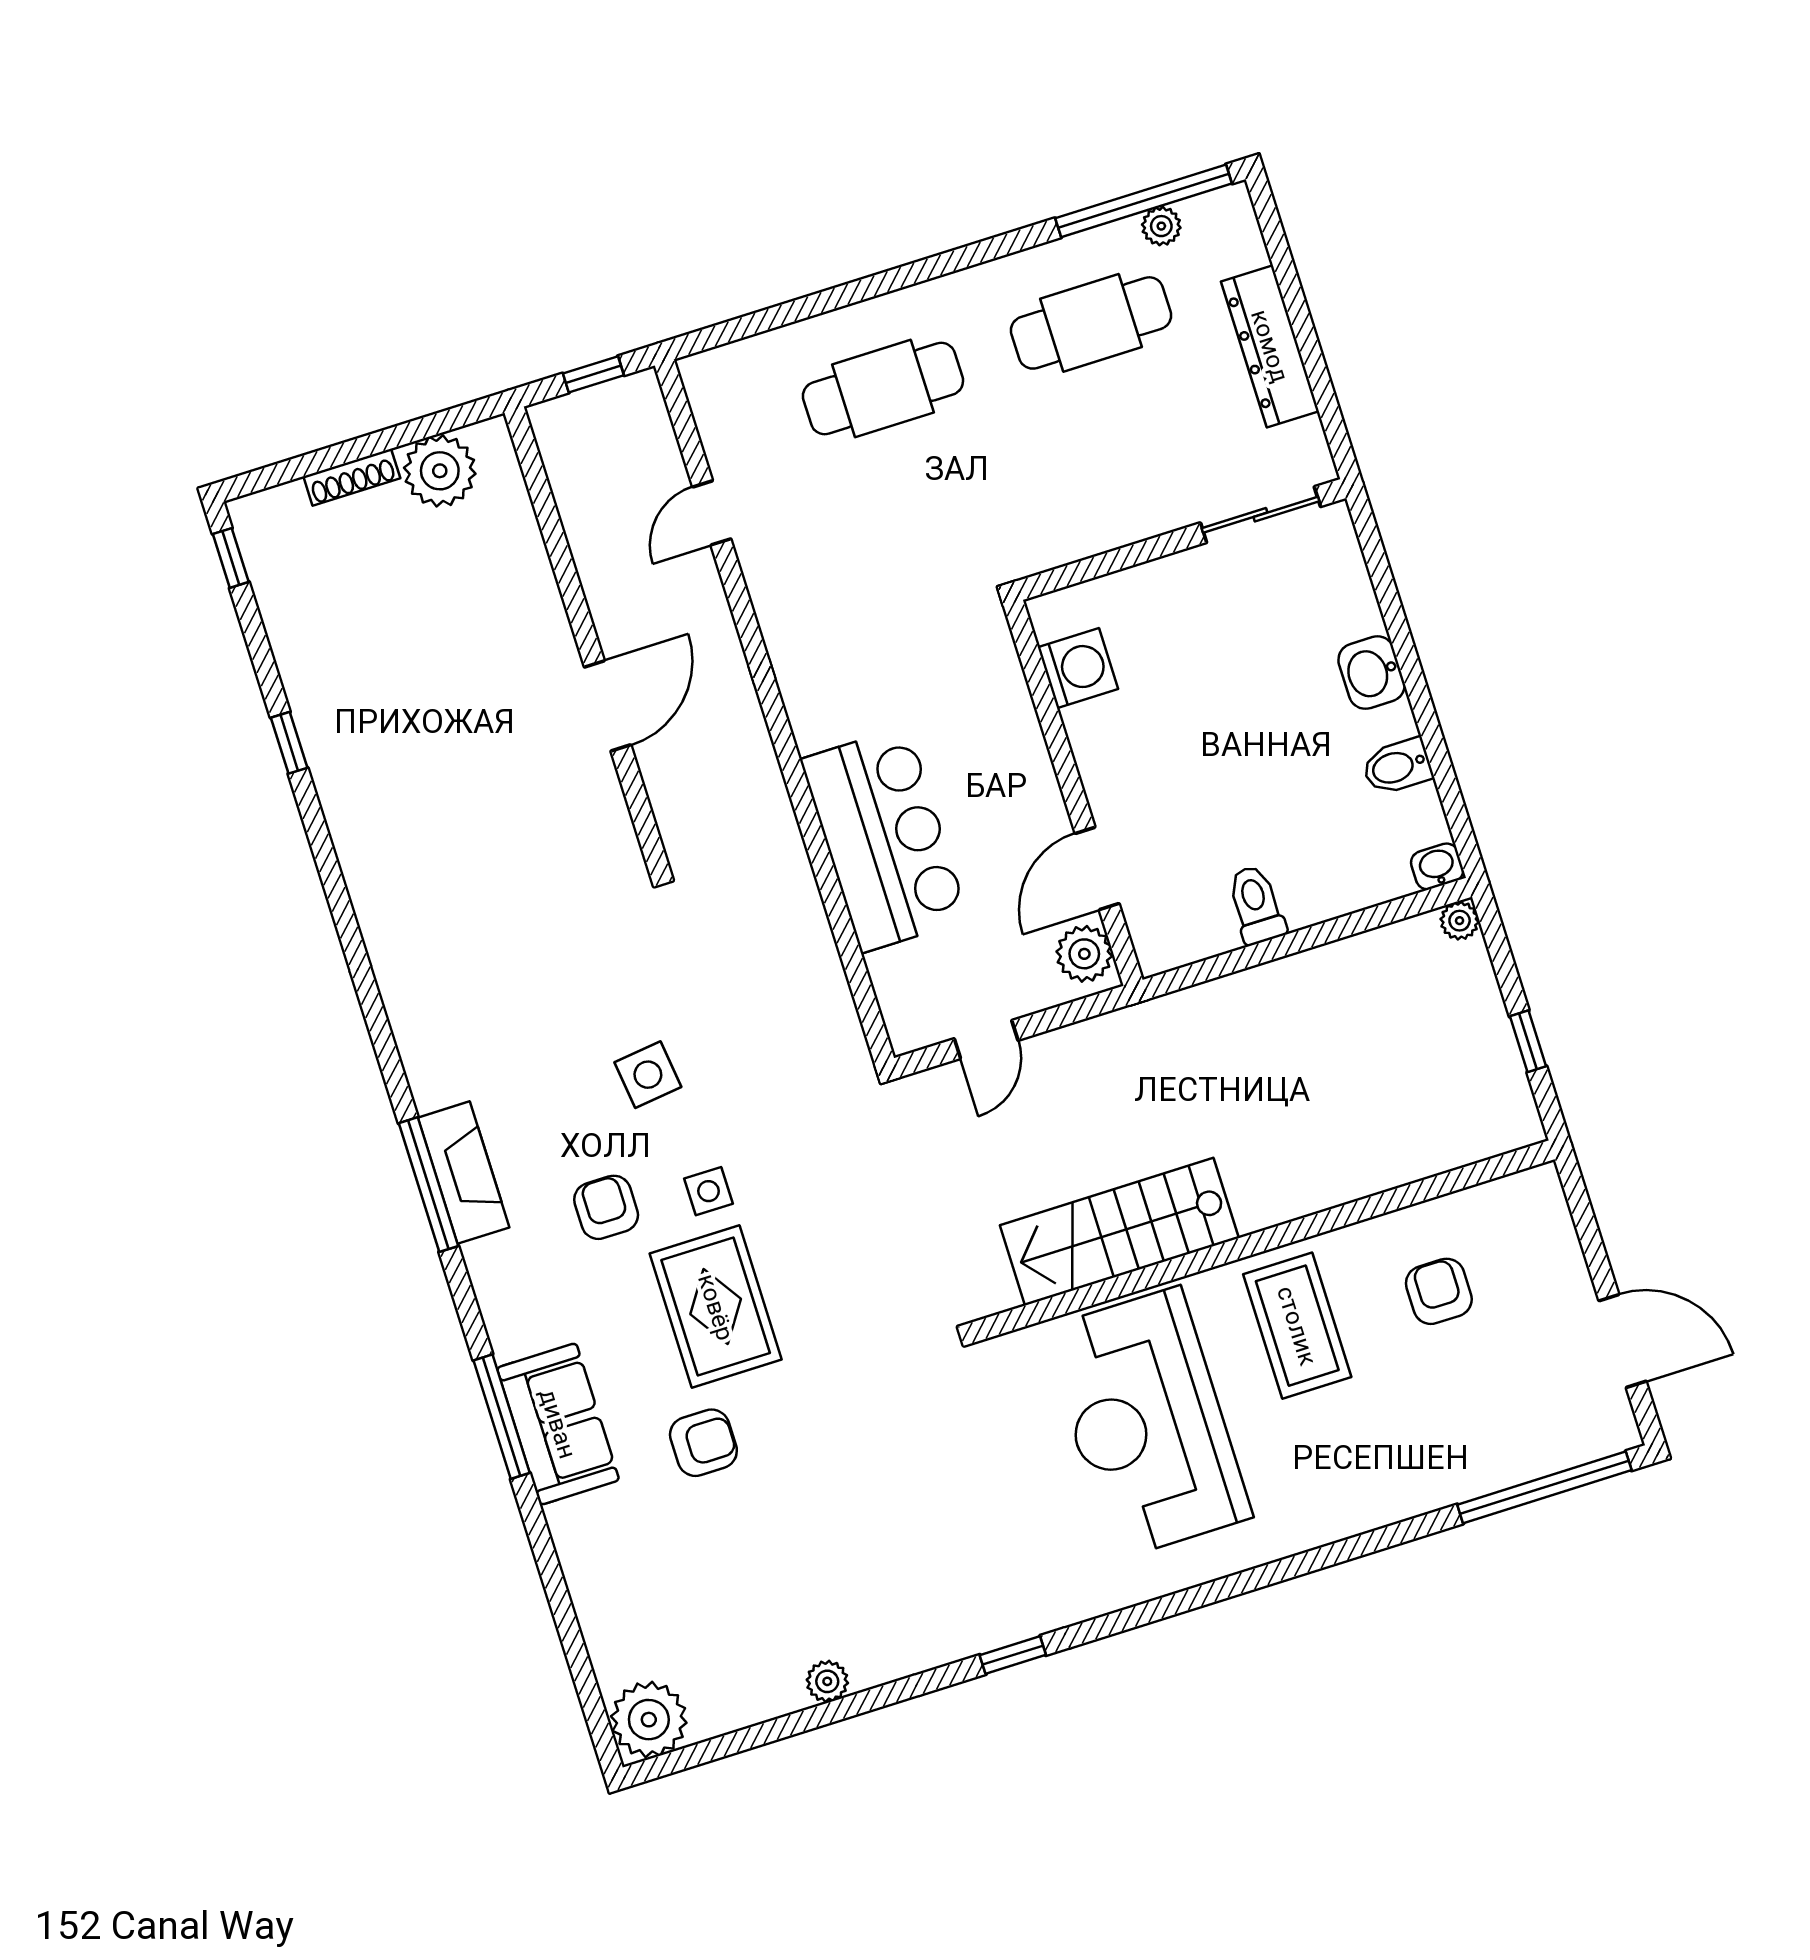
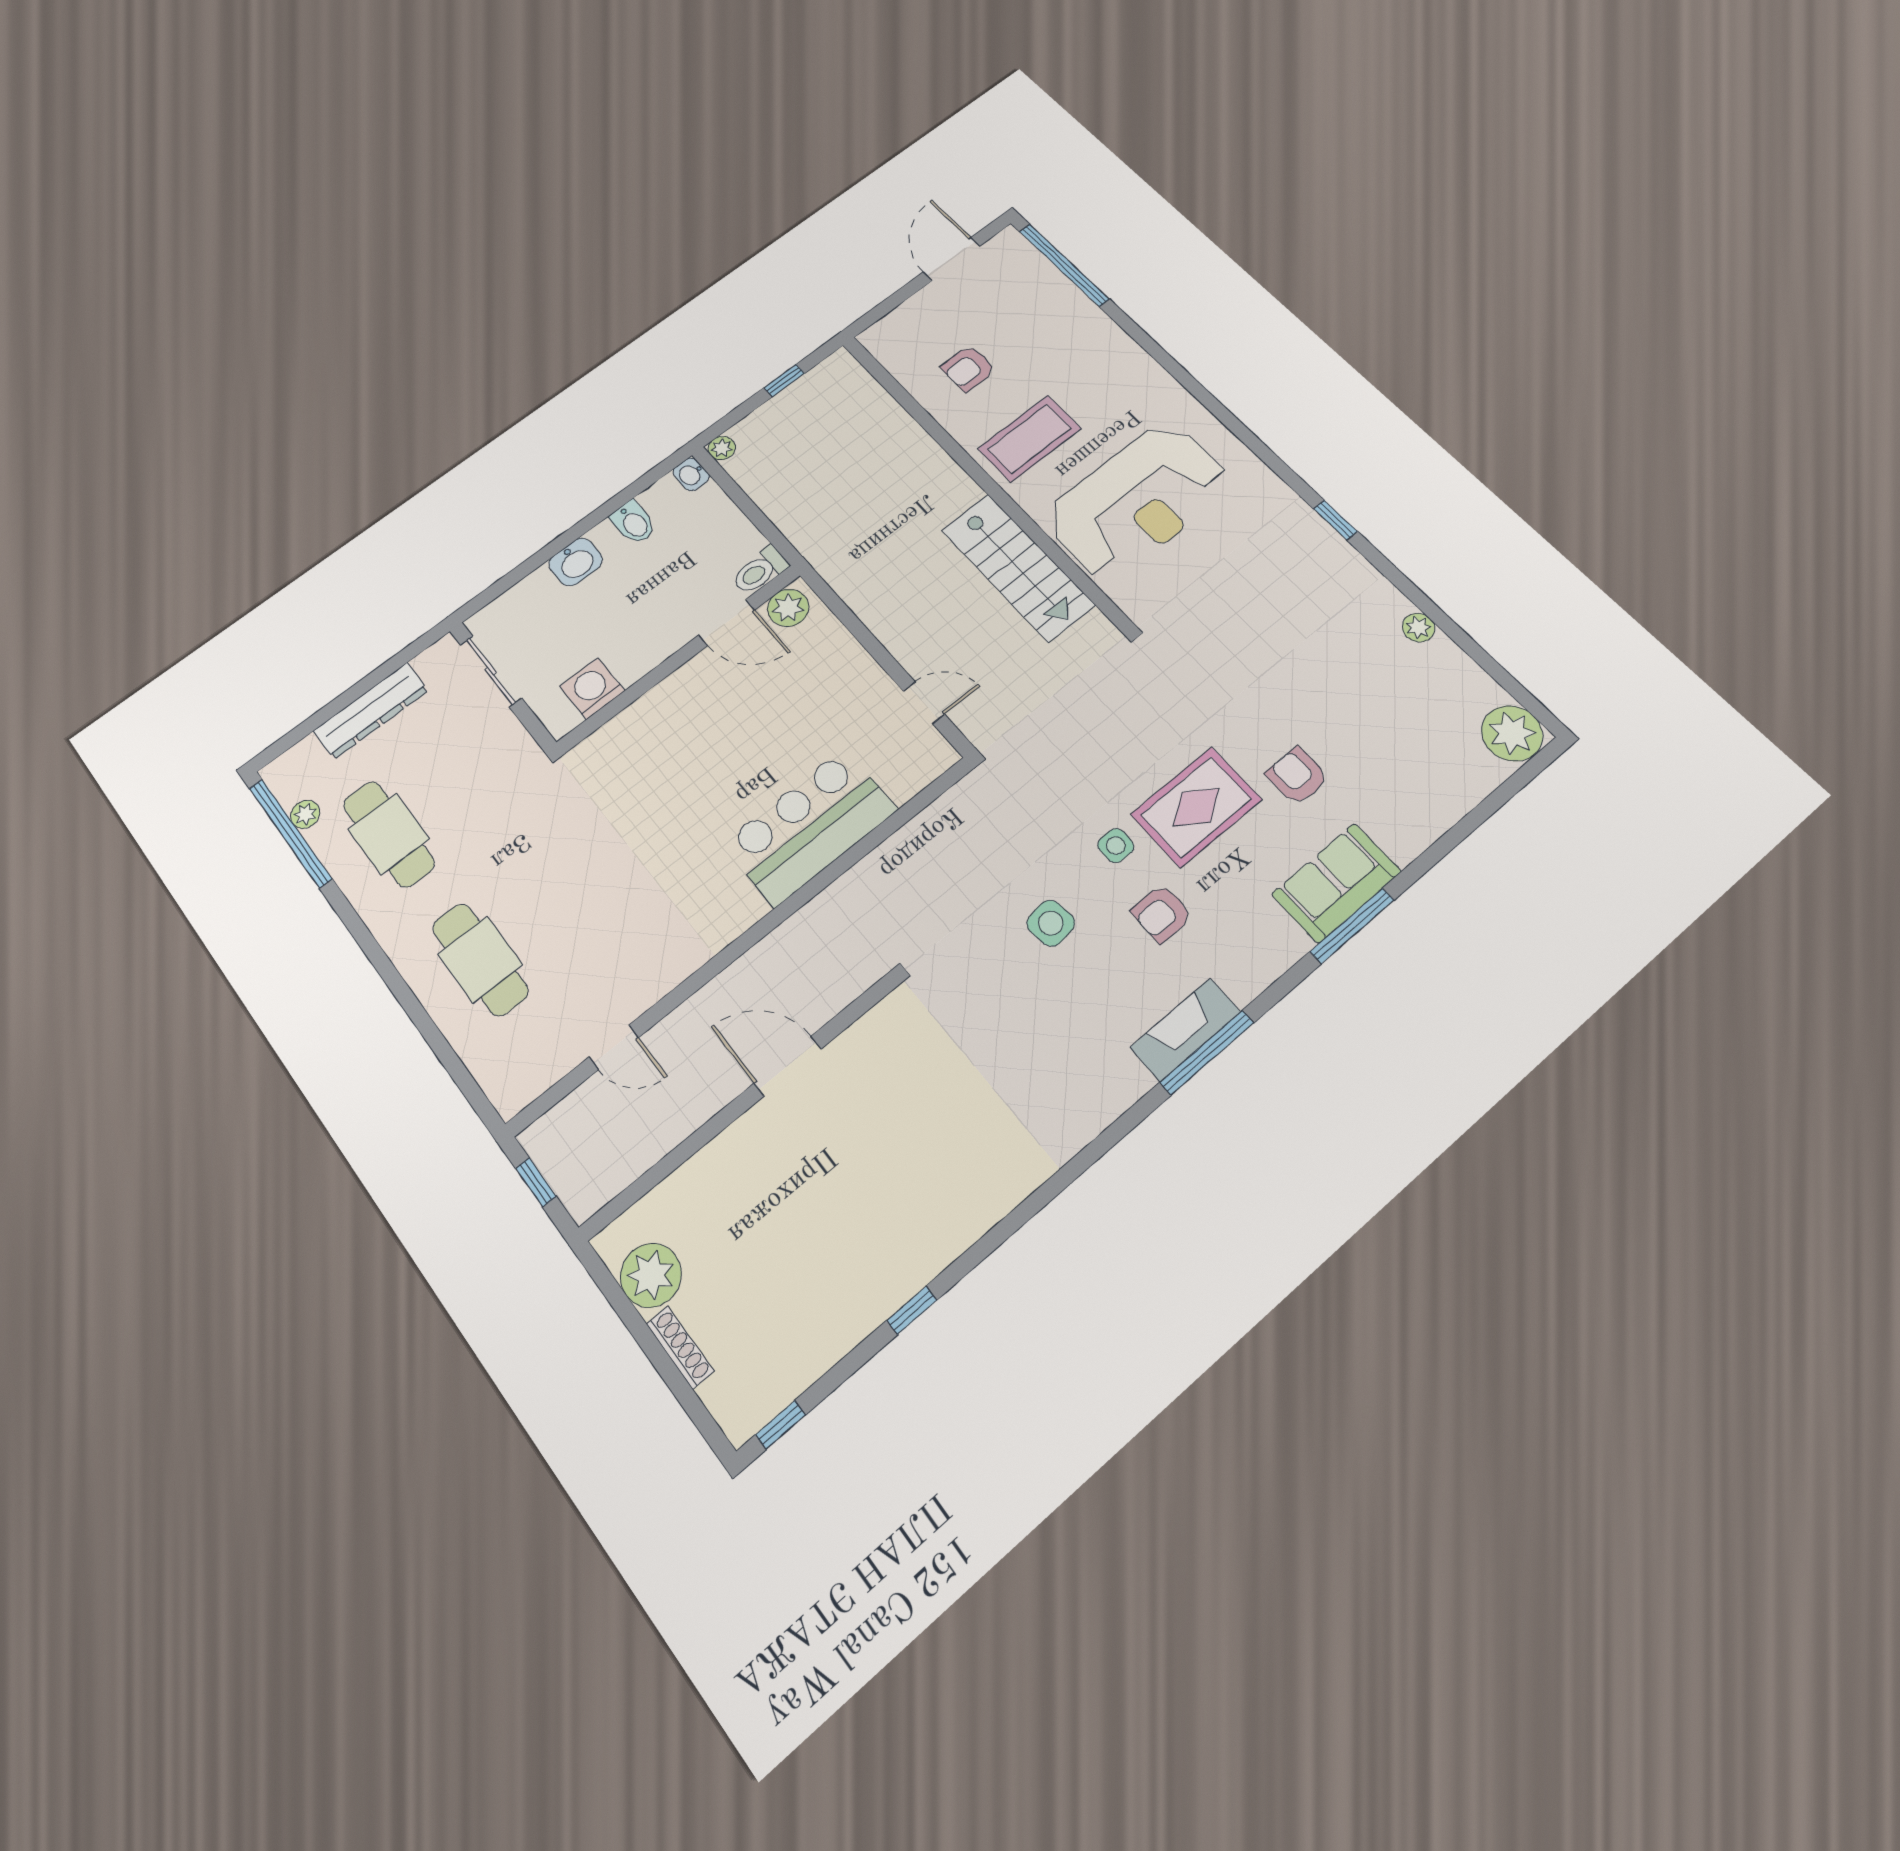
washing machine: (1078, 668) -> (592, 688), moved
wall: (1073, 793) -> (680, 658), moved
door: (1097, 869) -> (727, 623), moved
plant: (1084, 954) -> (788, 608), moved

